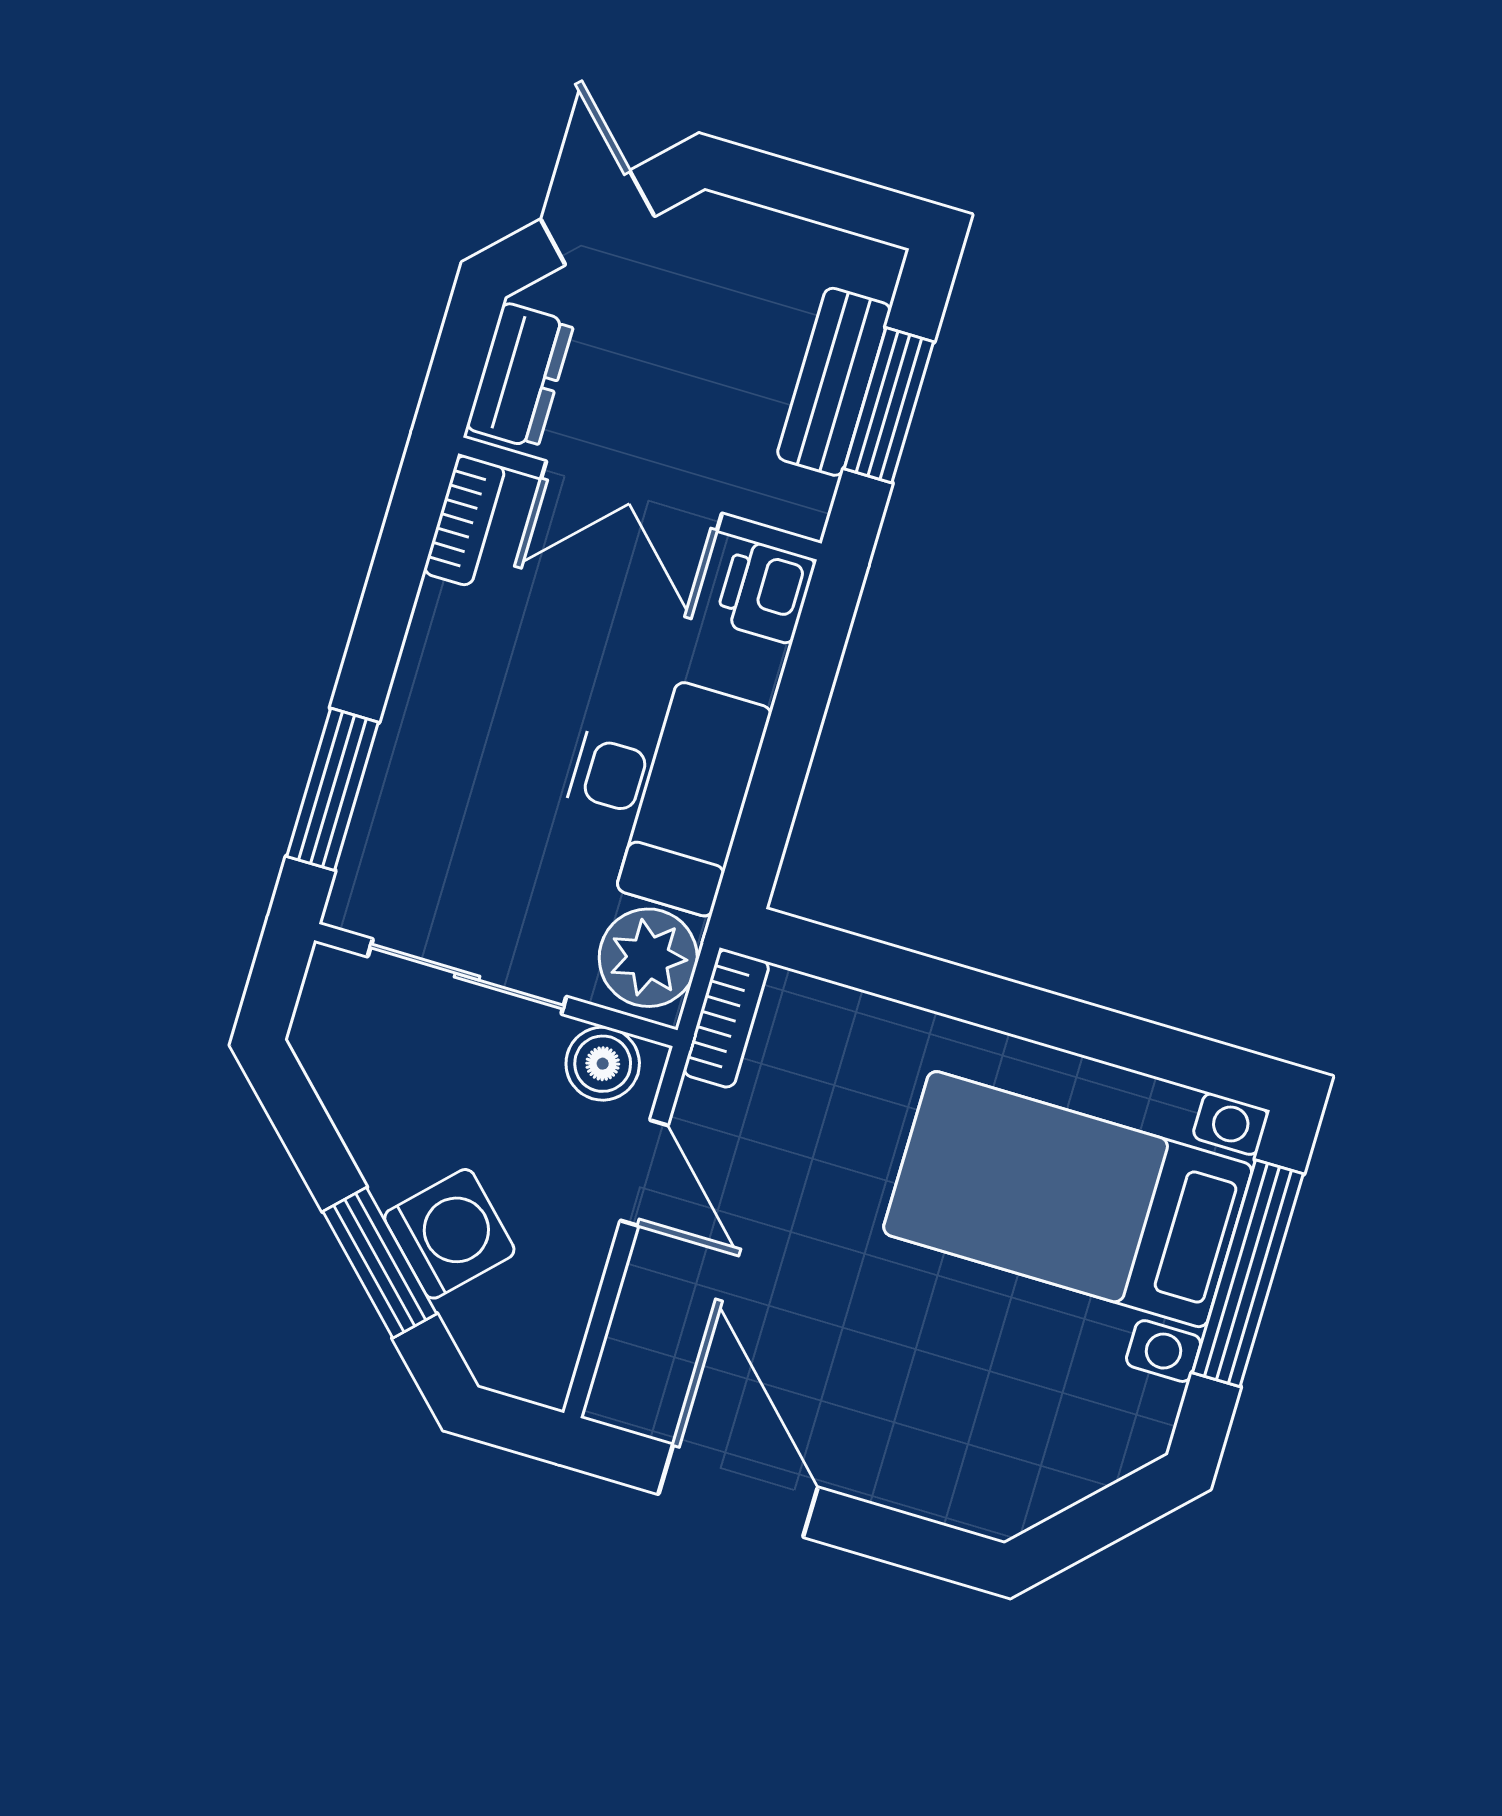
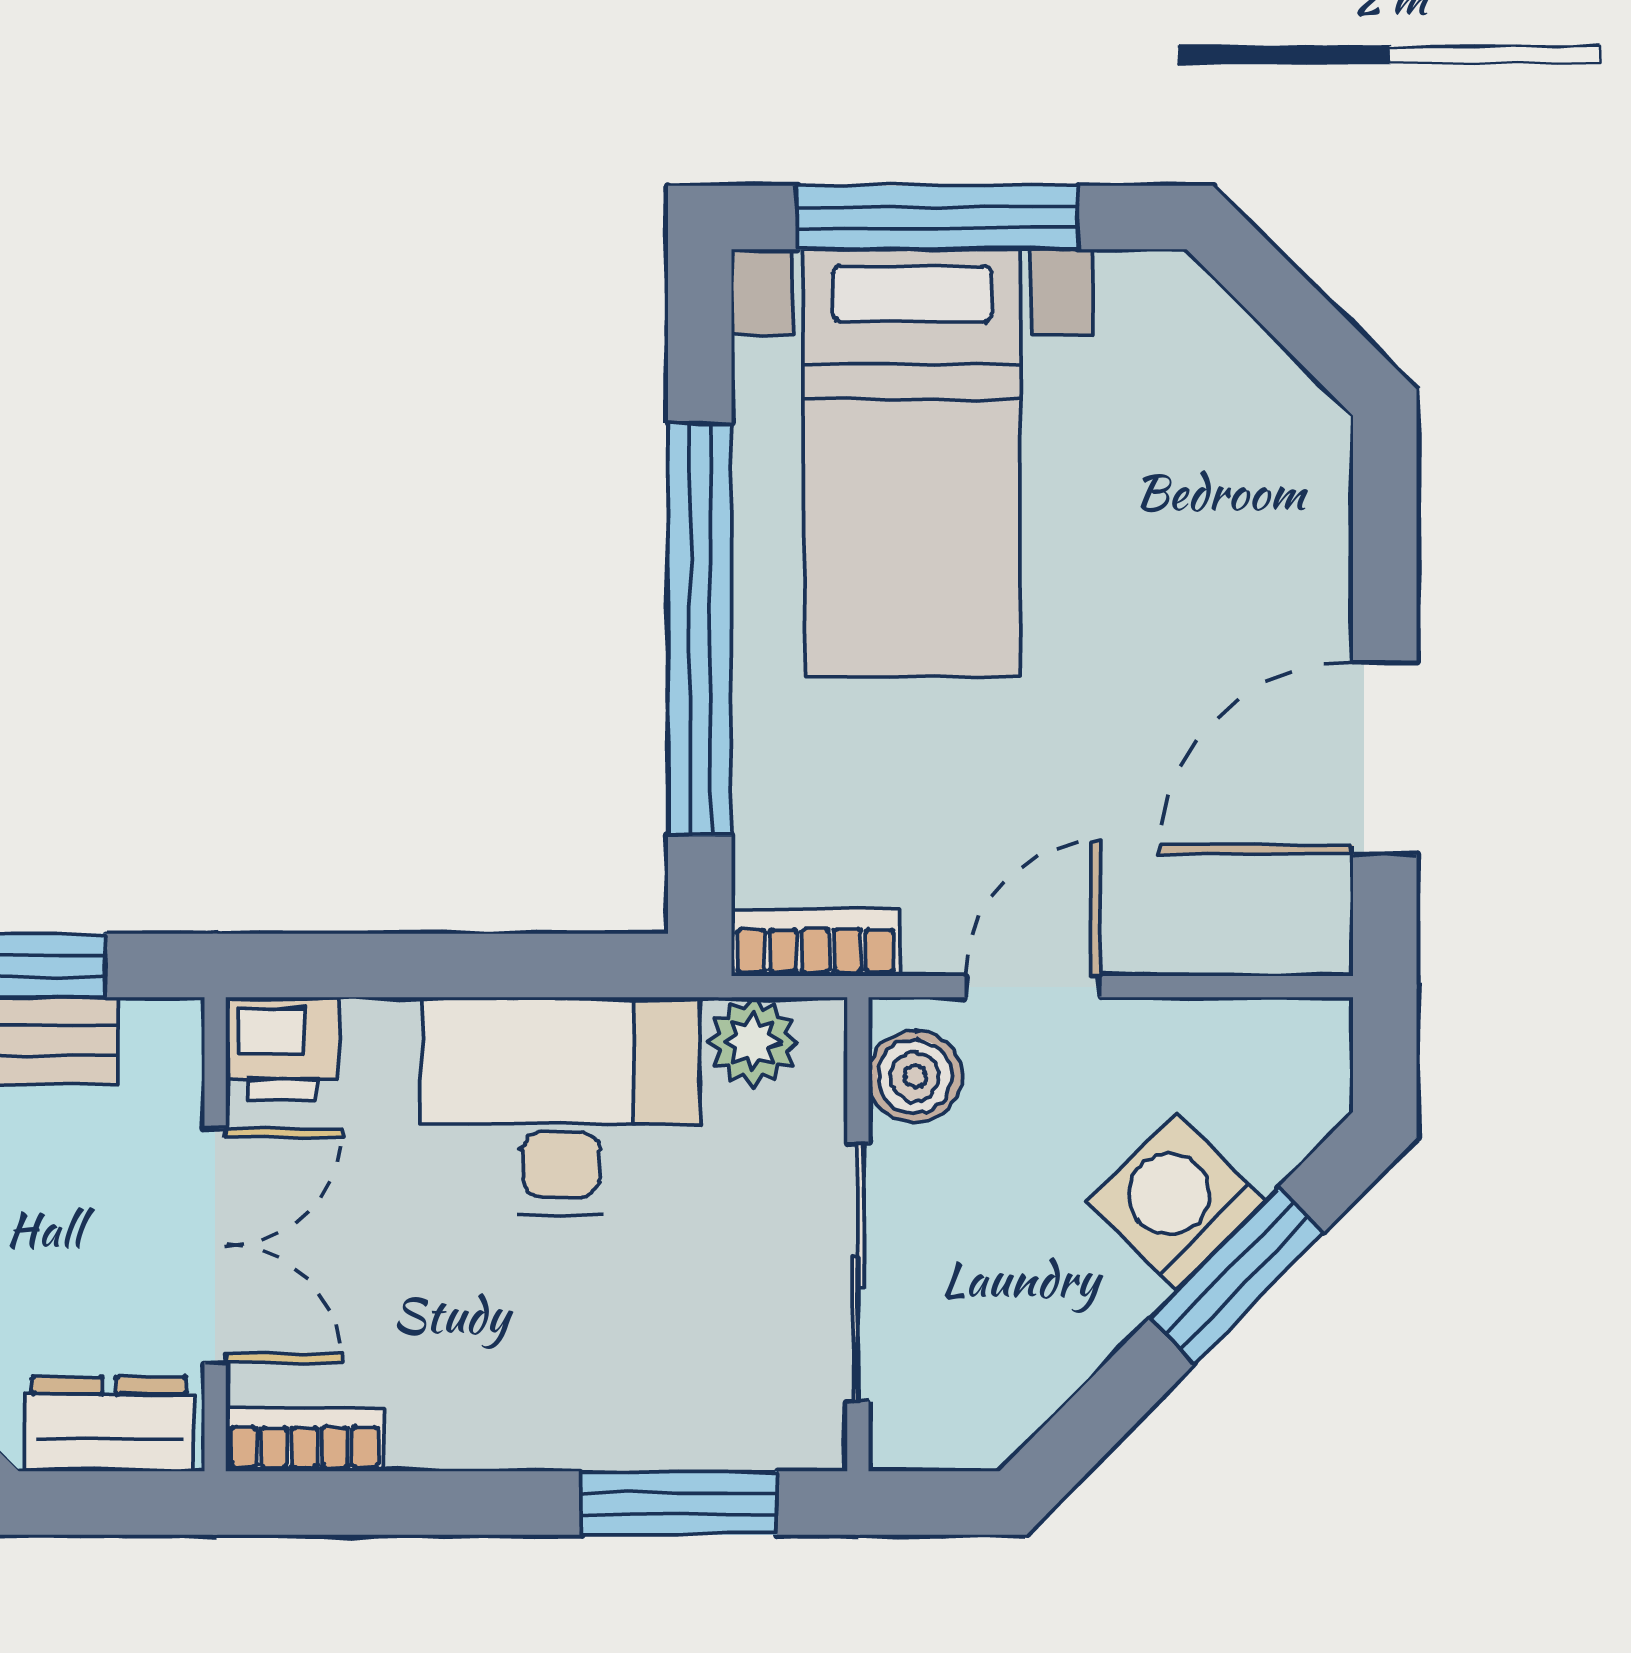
plant: (648, 958) -> (753, 1042), width x0.73, depth x0.73
window: (989, 1001) -> (700, 629), added

